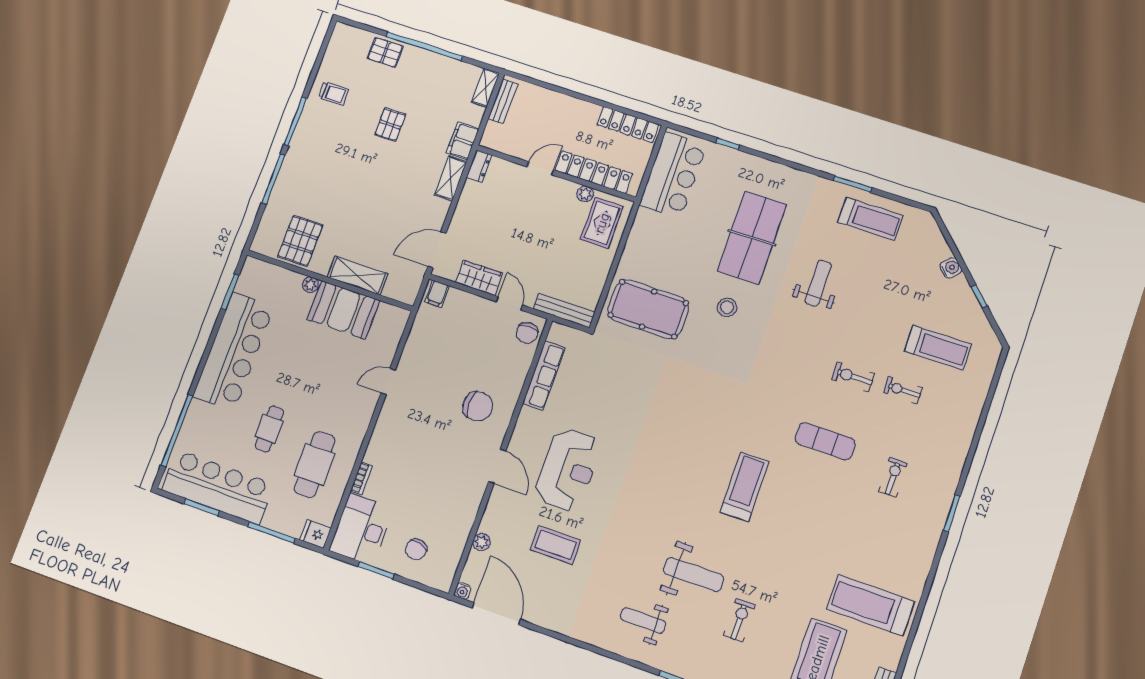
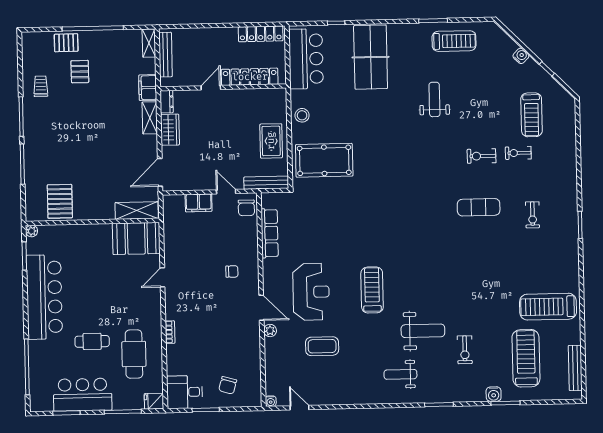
trolley: (334, 93) -> (41, 86), turned -90
bench: (503, 101) -> (165, 55), width x1.36
pallet: (390, 125) -> (80, 72), moved
plant: (585, 194) -> (249, 95), removed
rug: (602, 223) -> (271, 141), moved
table tennis table: (752, 238) -> (371, 57), moved
shelving: (357, 275) -> (137, 211), moved
wardrobe: (479, 278) -> (170, 130), moved, turned 90
plant: (310, 285) -> (32, 231), moved
filing cabinet: (437, 294) -> (199, 203), moved, width x2.00
stool: (727, 307) -> (302, 115), moved
booth: (343, 310) -> (136, 238), moved
treadmill: (938, 348) -> (532, 115), turned 90
chair: (478, 406) -> (232, 271), width x0.54, depth x0.54
cafe table: (269, 429) -> (92, 341), turned 90
exercise bike: (893, 477) -> (533, 215), turned 180
bookcase: (361, 478) -> (170, 332), moved
bar counter: (218, 487) -> (83, 395), width x0.73
treadmill: (745, 487) -> (372, 290), moved
desk: (361, 529) -> (185, 392), width x0.73
plant: (482, 542) -> (270, 330), moved
door: (496, 614) -> (300, 408), width x0.53
exercise bike: (739, 620) -> (465, 350), turned 180

